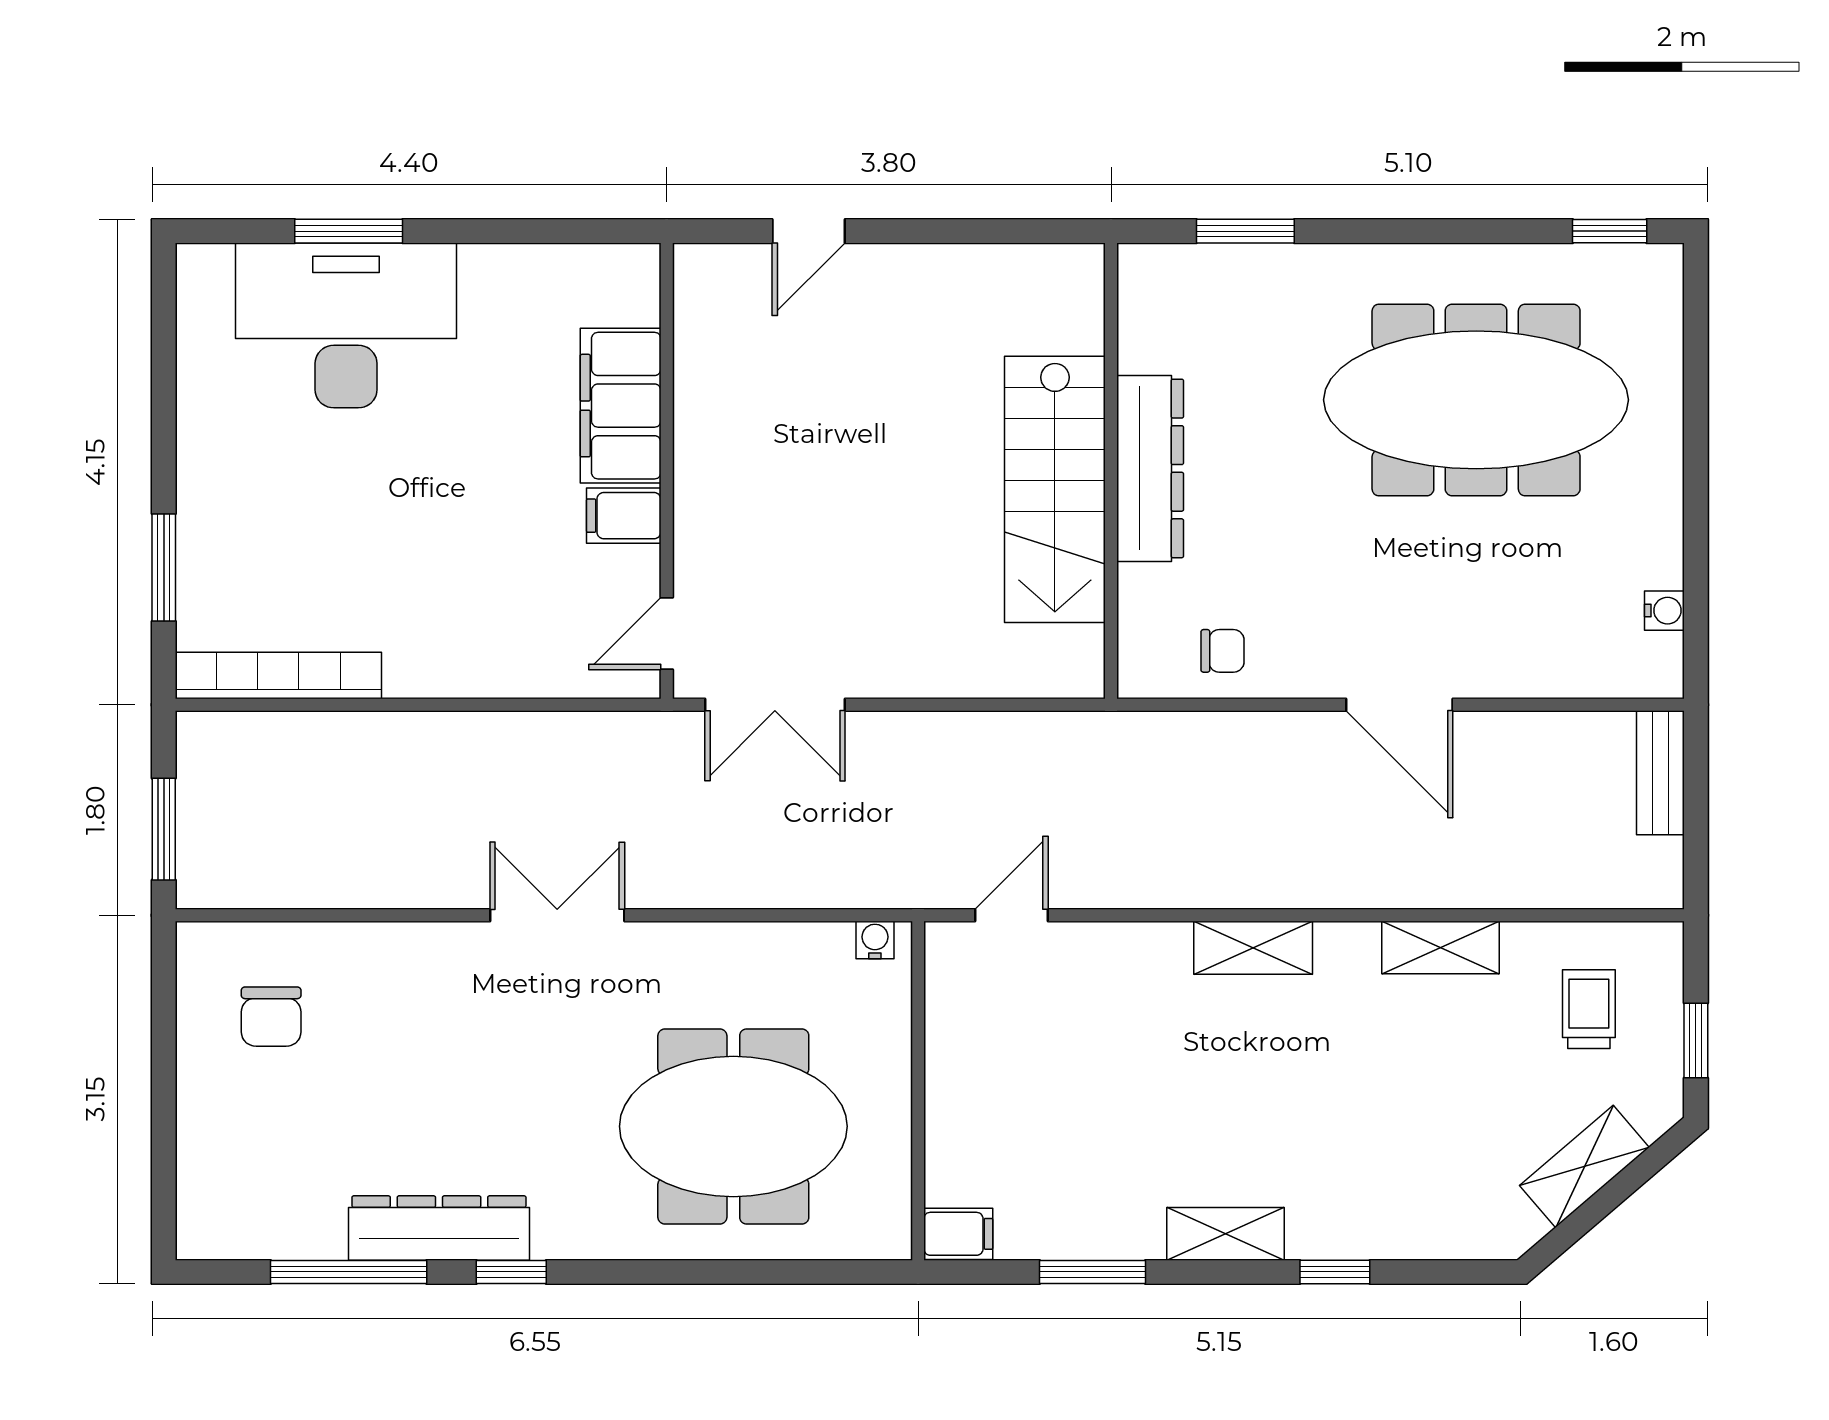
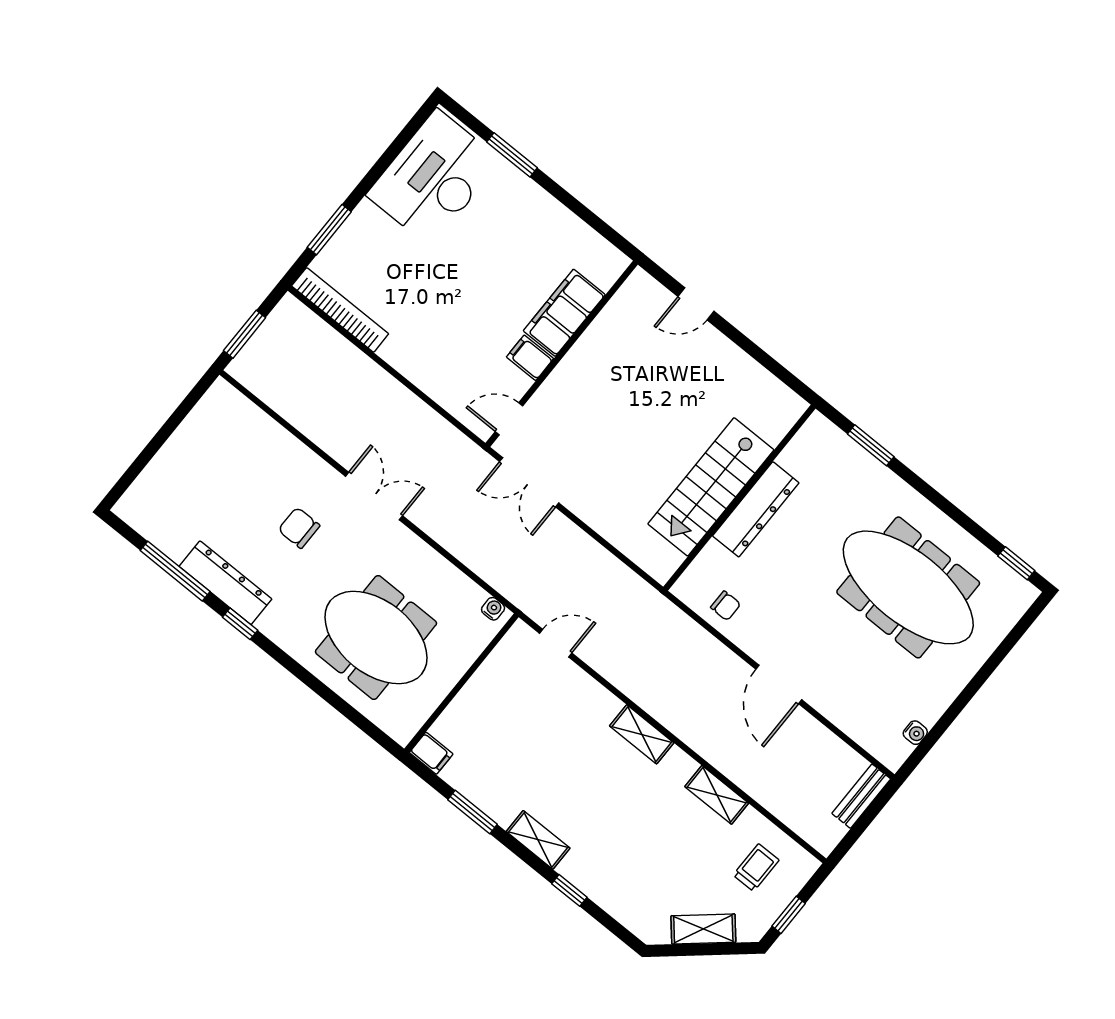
desk: (346, 325) -> (434, 178), moved, turned -90
chair: (271, 1017) -> (299, 528), moved, turned 90

